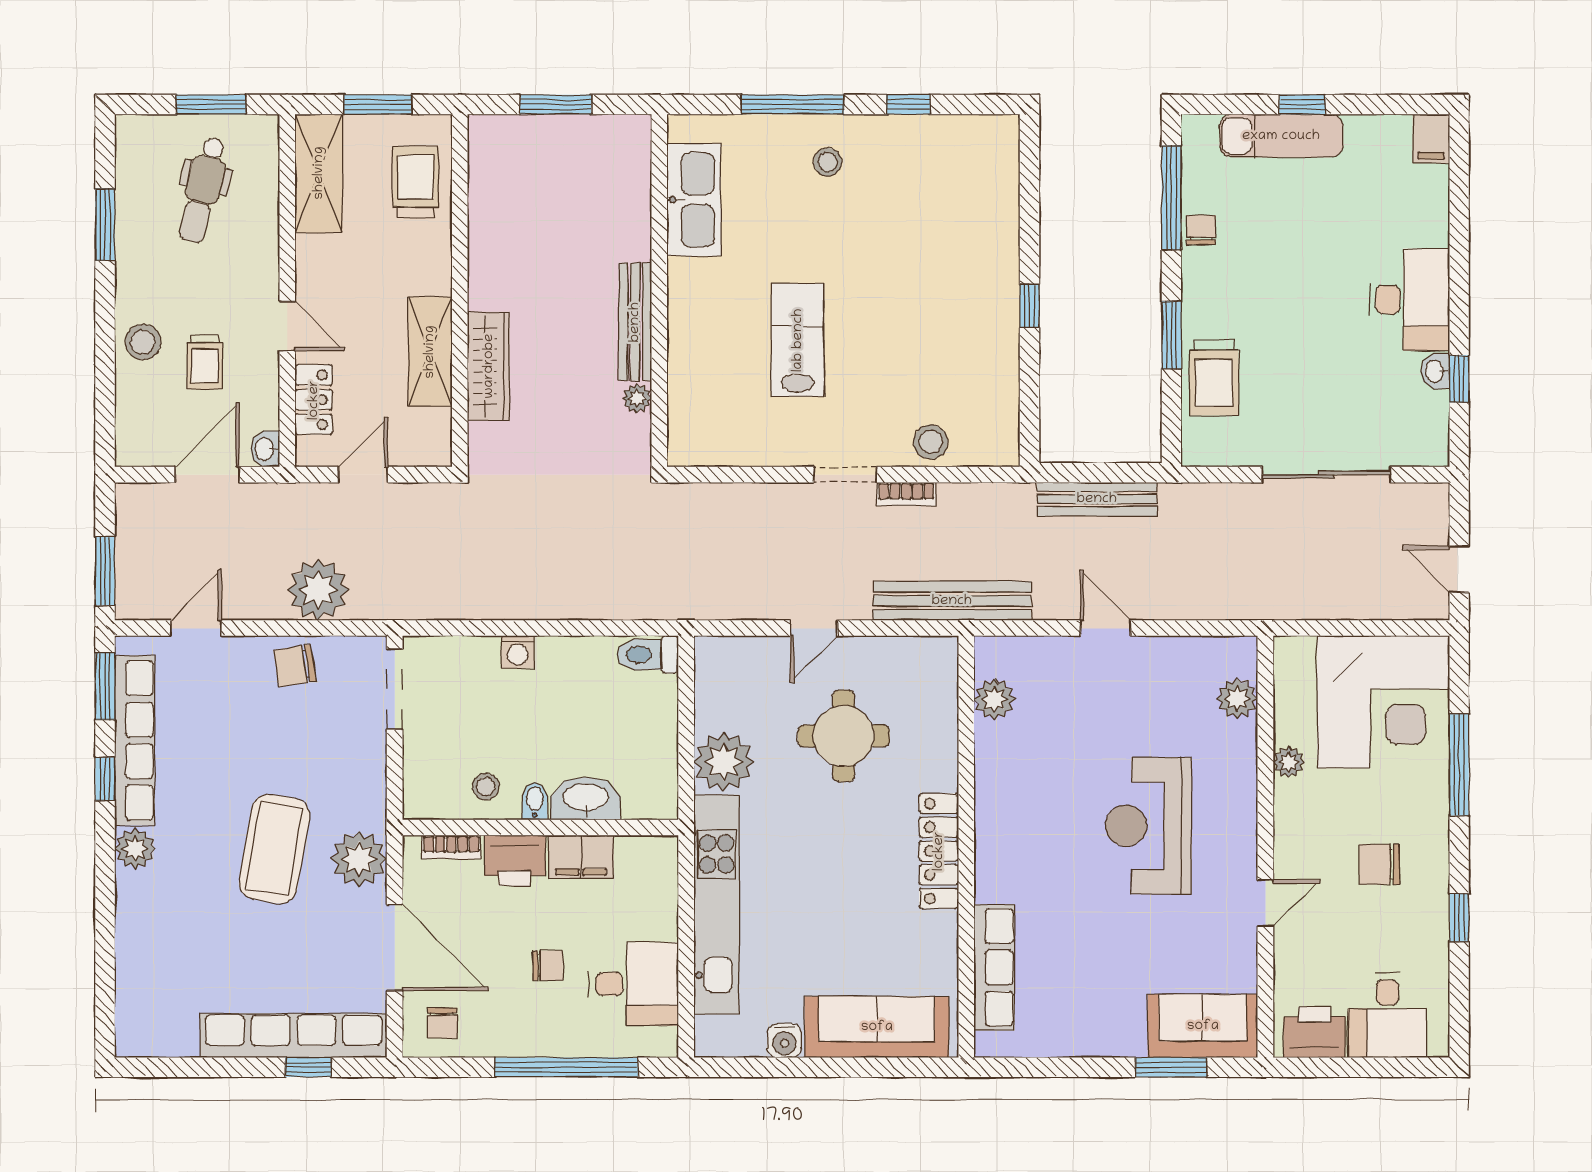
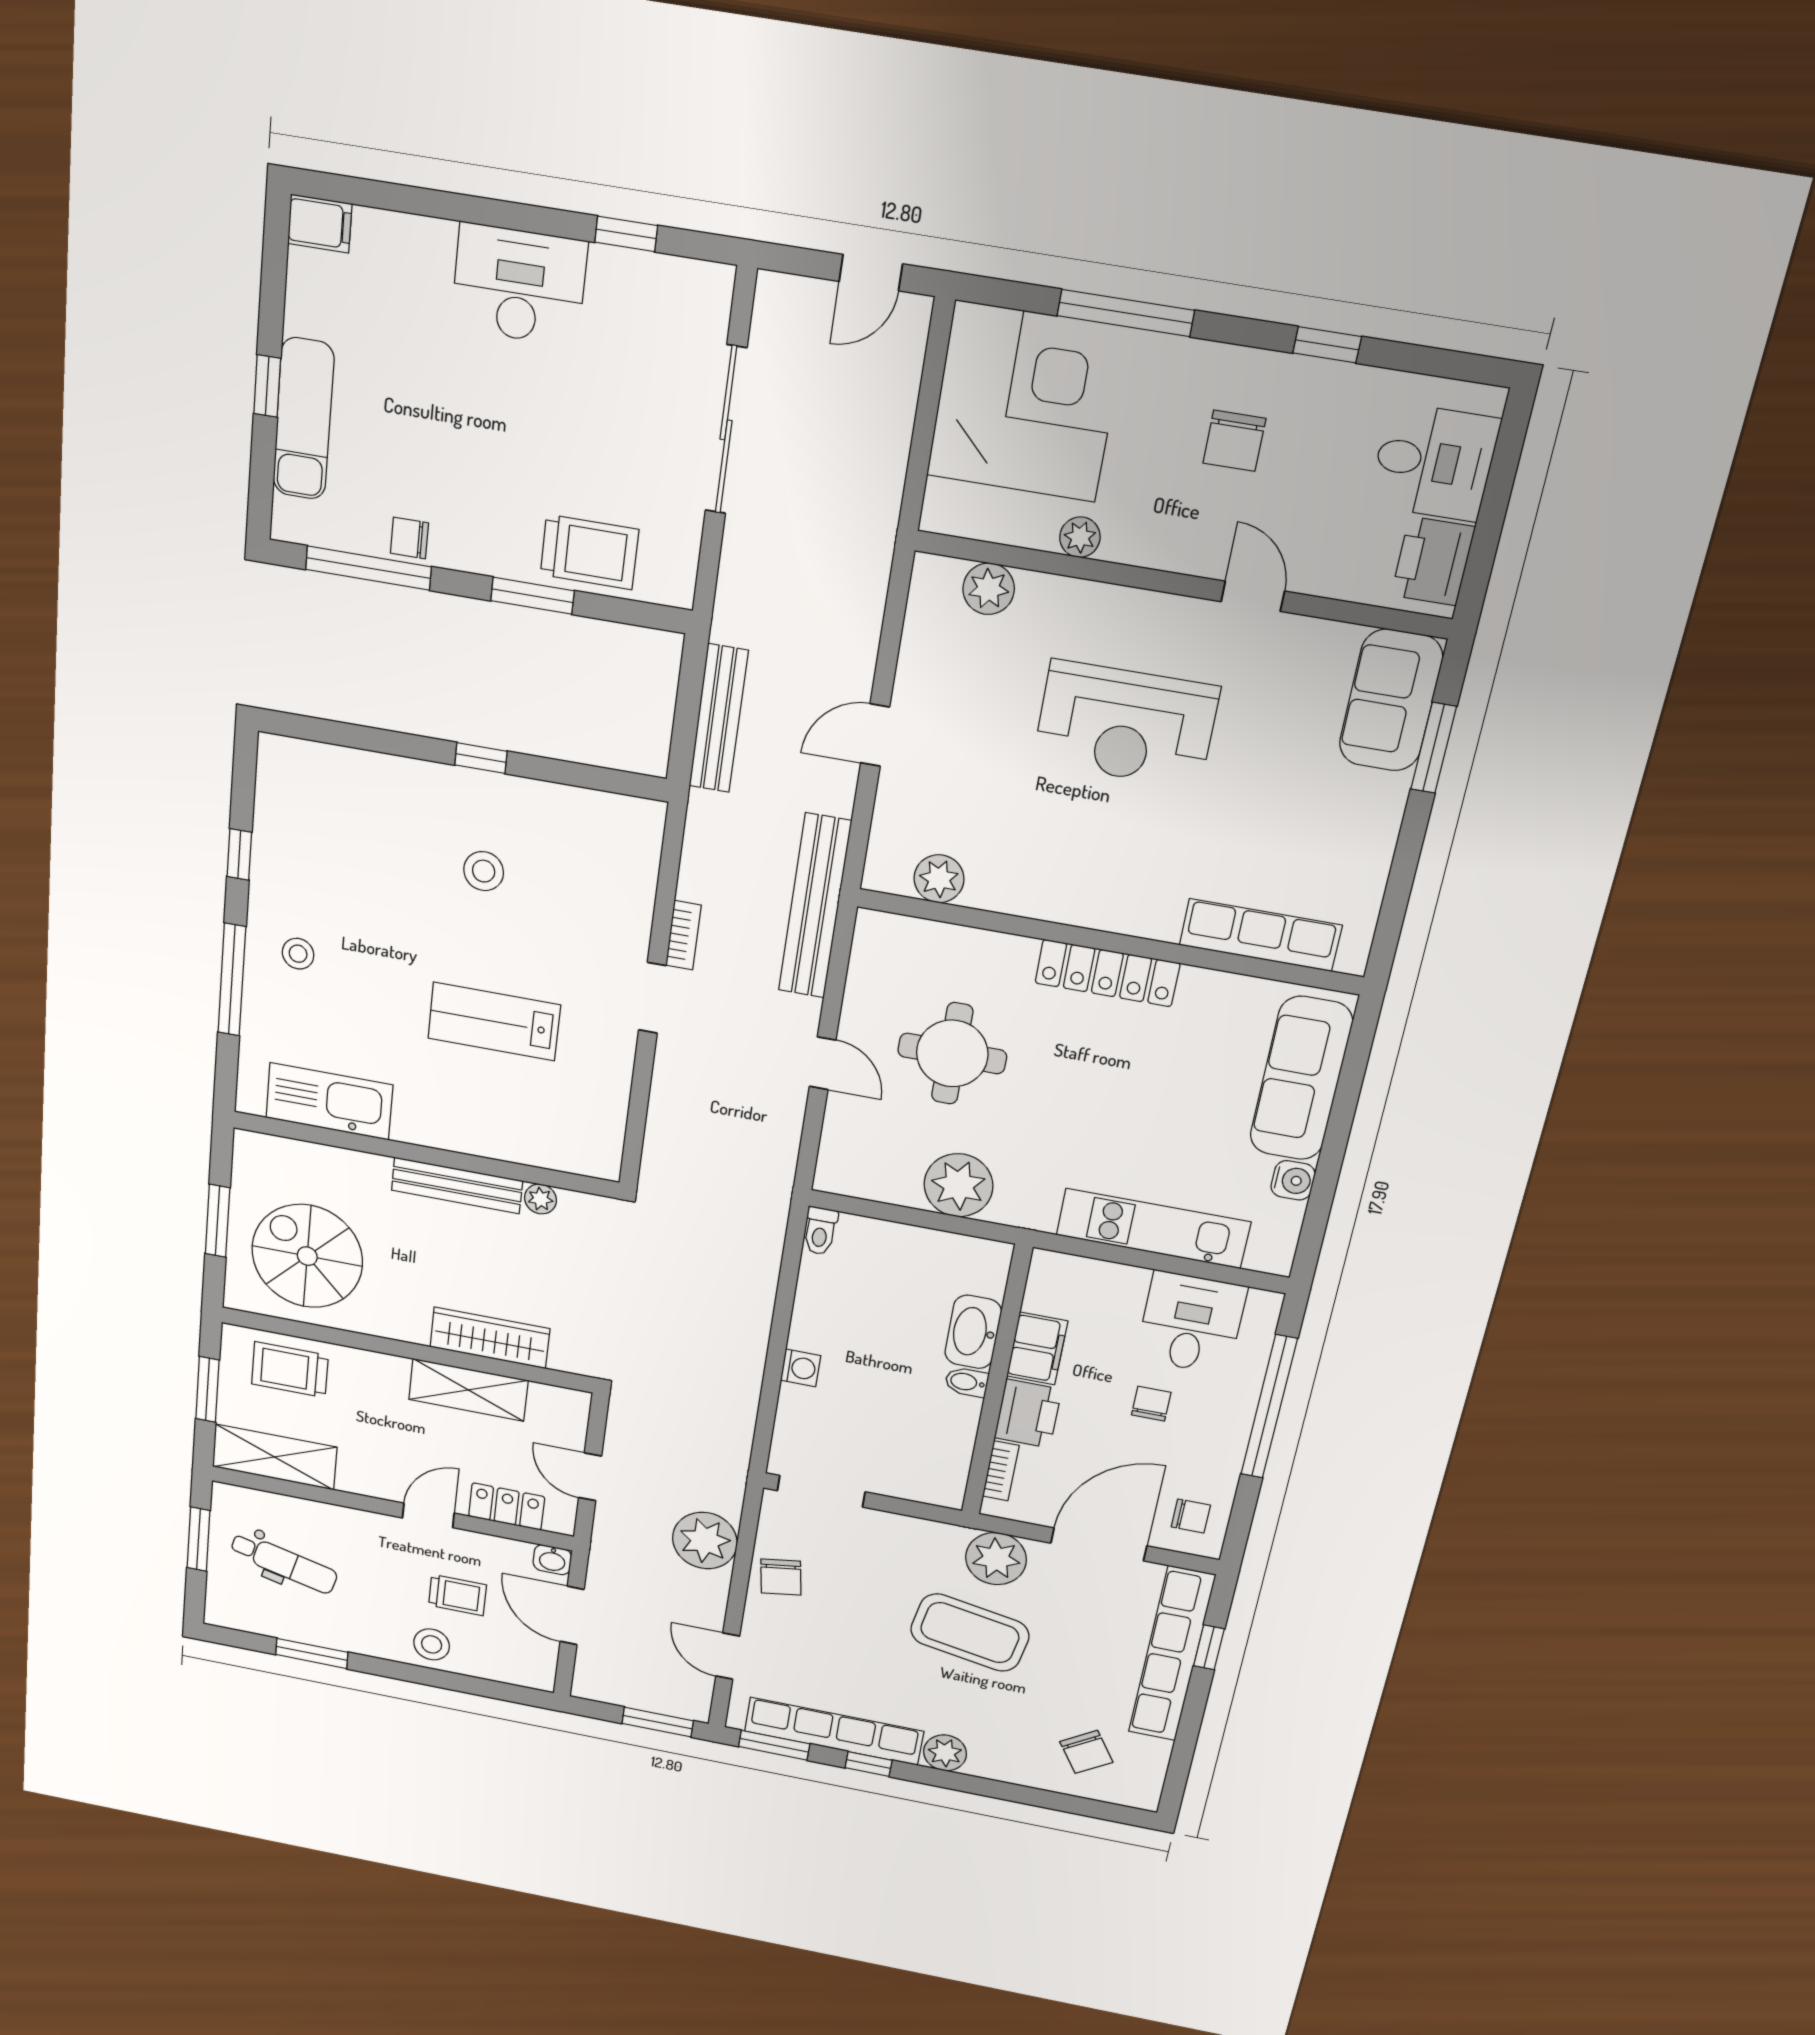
spiral stairs: (537, 190) -> (307, 1256), added
washbasin: (1435, 371) -> (613, 265), removed
stool: (931, 442) -> (484, 871), moved
toilet: (648, 655) -> (820, 1231), width x0.73, depth x0.72
stool: (486, 787) -> (941, 1426), removed
kitchen unit: (717, 905) -> (1153, 1228), width x0.73
chair: (168, 979) -> (1086, 1752), added

